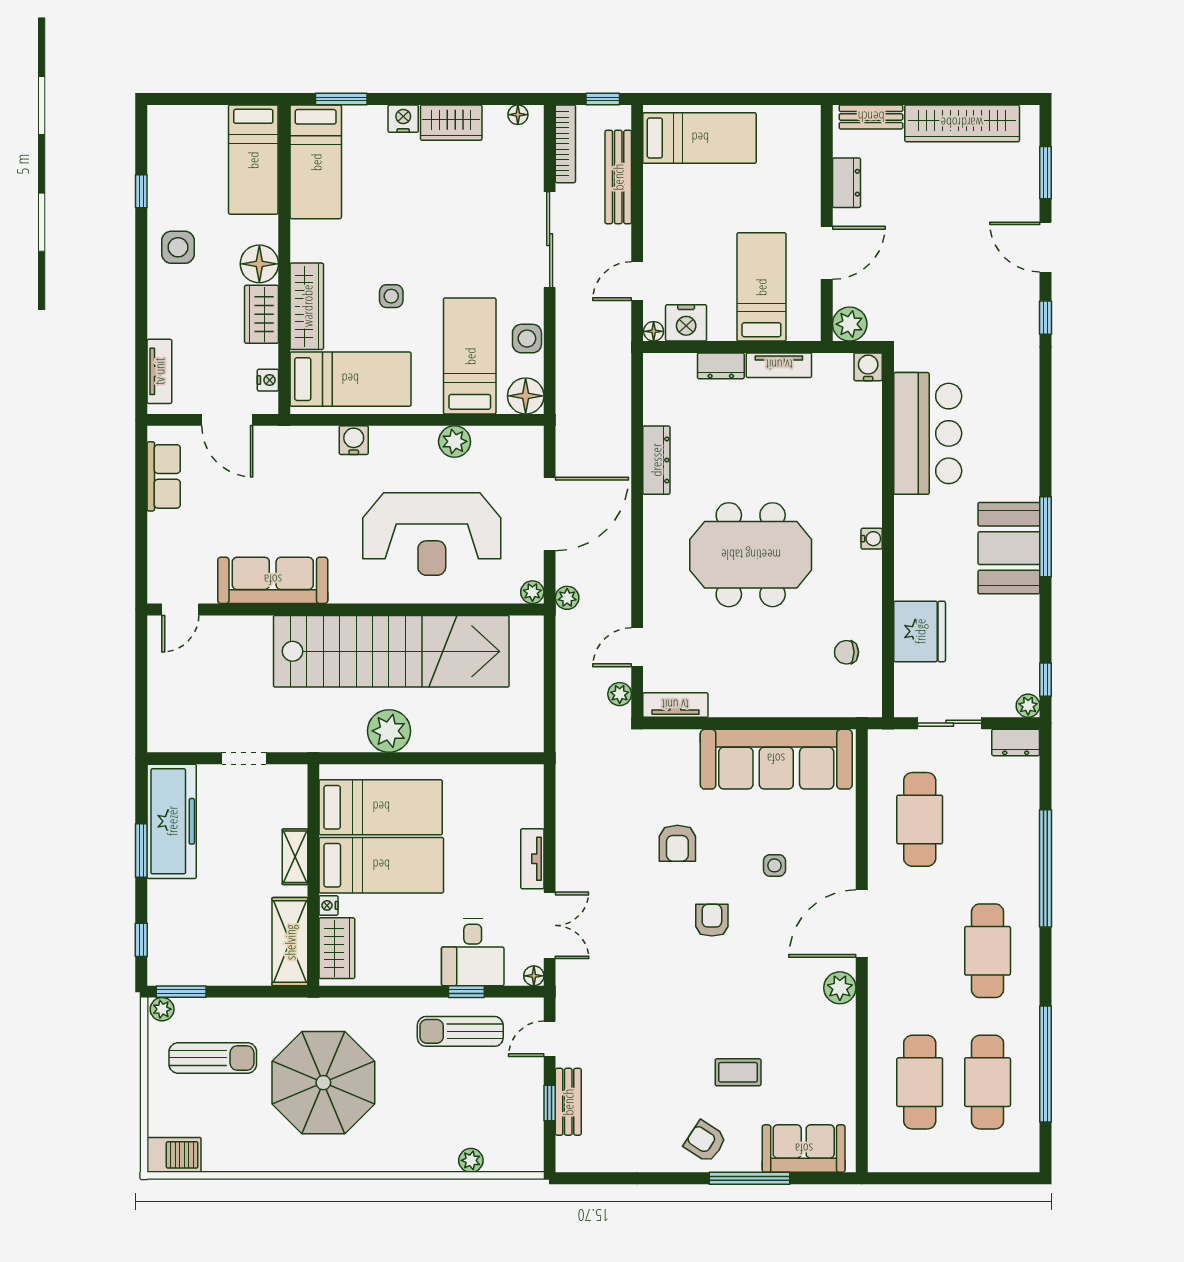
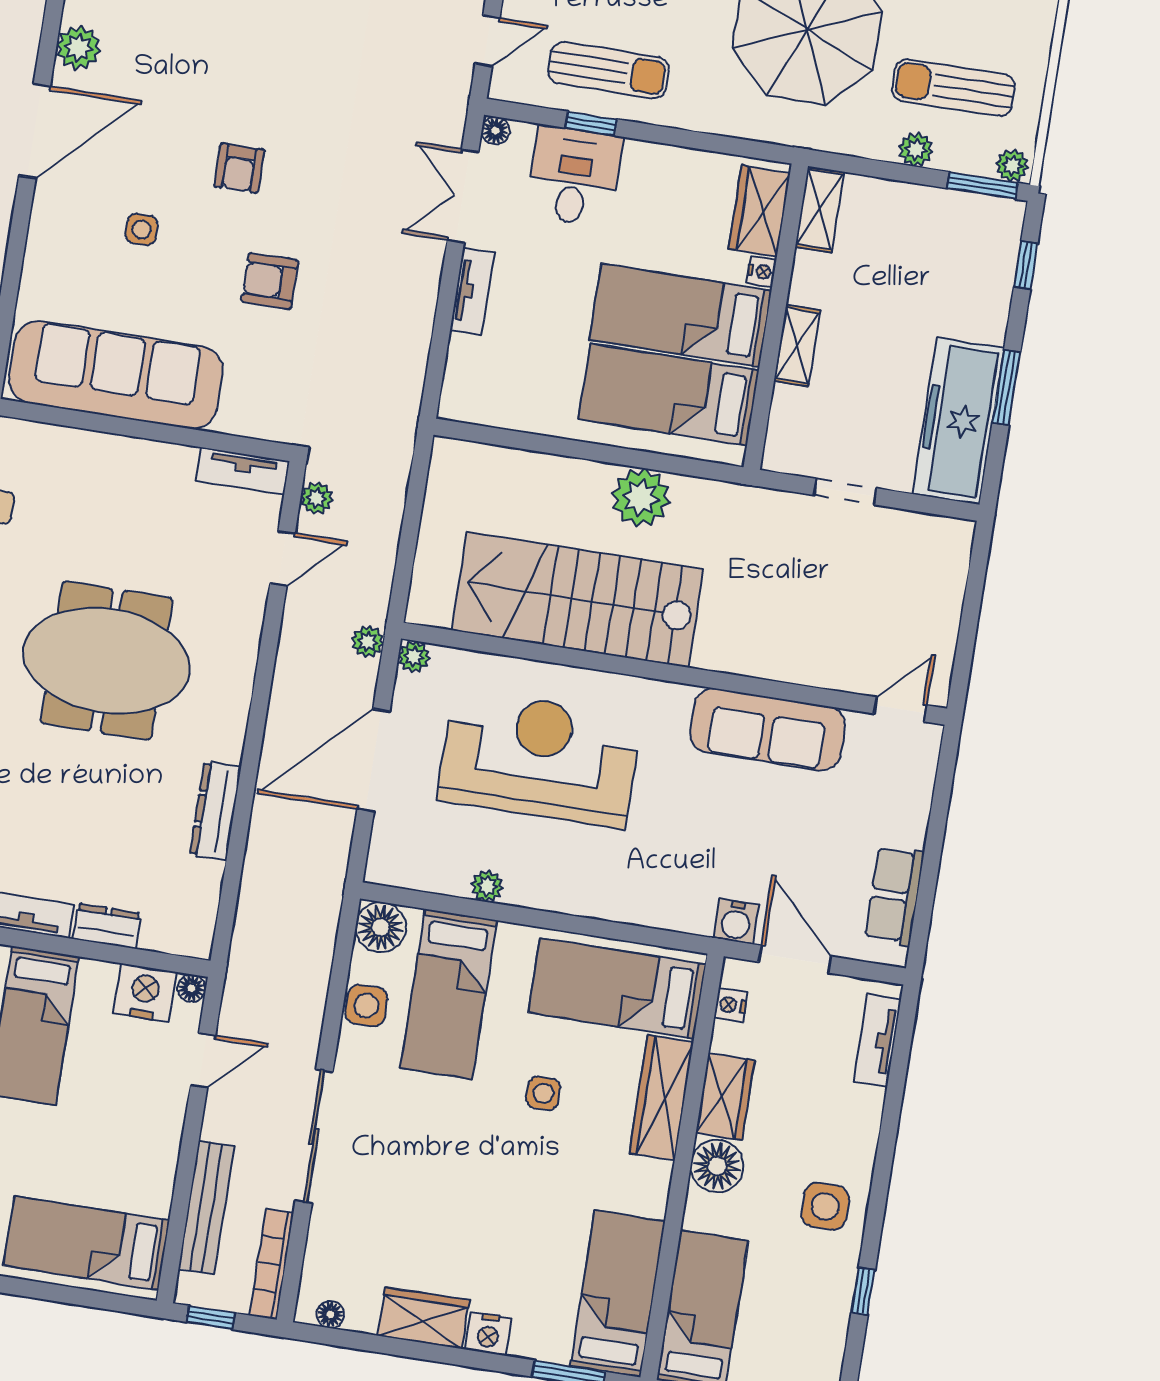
water cooler: (354, 440) -> (736, 921), moved
plant: (455, 441) -> (487, 886), width x0.73, depth x0.73
stairs: (391, 651) -> (577, 600), width x0.73
armchair: (677, 843) -> (270, 281), turned -90
shelving: (290, 942) -> (820, 209), width x0.67, depth x0.75
plant: (232, 1010) -> (916, 149), added

